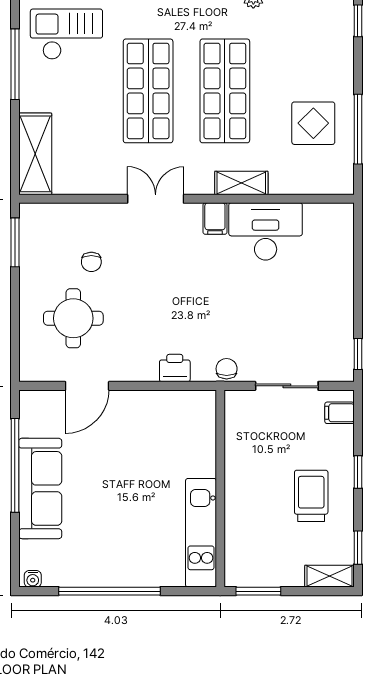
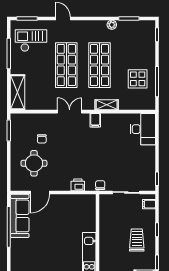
desk: (266, 231) -> (143, 129), moved, turned 90
sofa: (40, 488) -> (20, 216), moved

